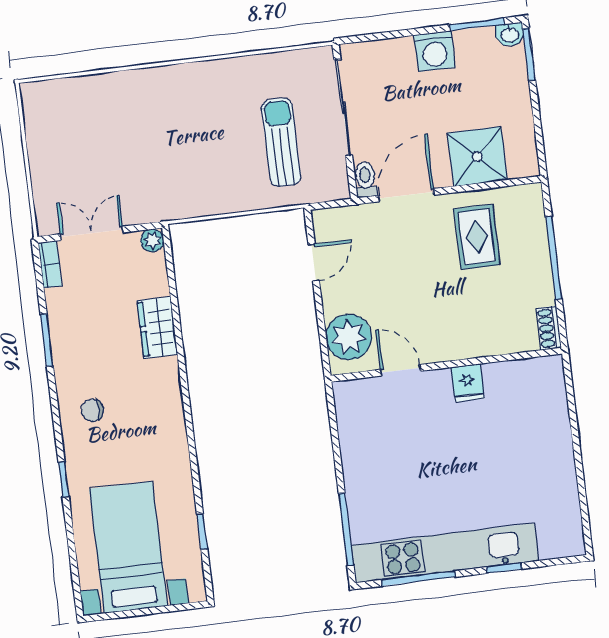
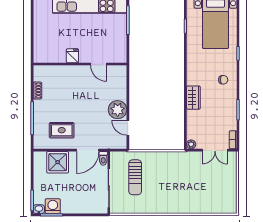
washing machine: (435, 51) -> (53, 206), moved
rug: (477, 237) -> (62, 130), turned 90
door: (314, 263) -> (128, 128), hinge flipped
wardrobe: (157, 327) -> (193, 98), moved
plant: (349, 337) -> (118, 110), moved
wall: (446, 365) -> (80, 64), moved
door: (401, 370) -> (99, 64), moved
fridge: (468, 383) -> (72, 56), moved

